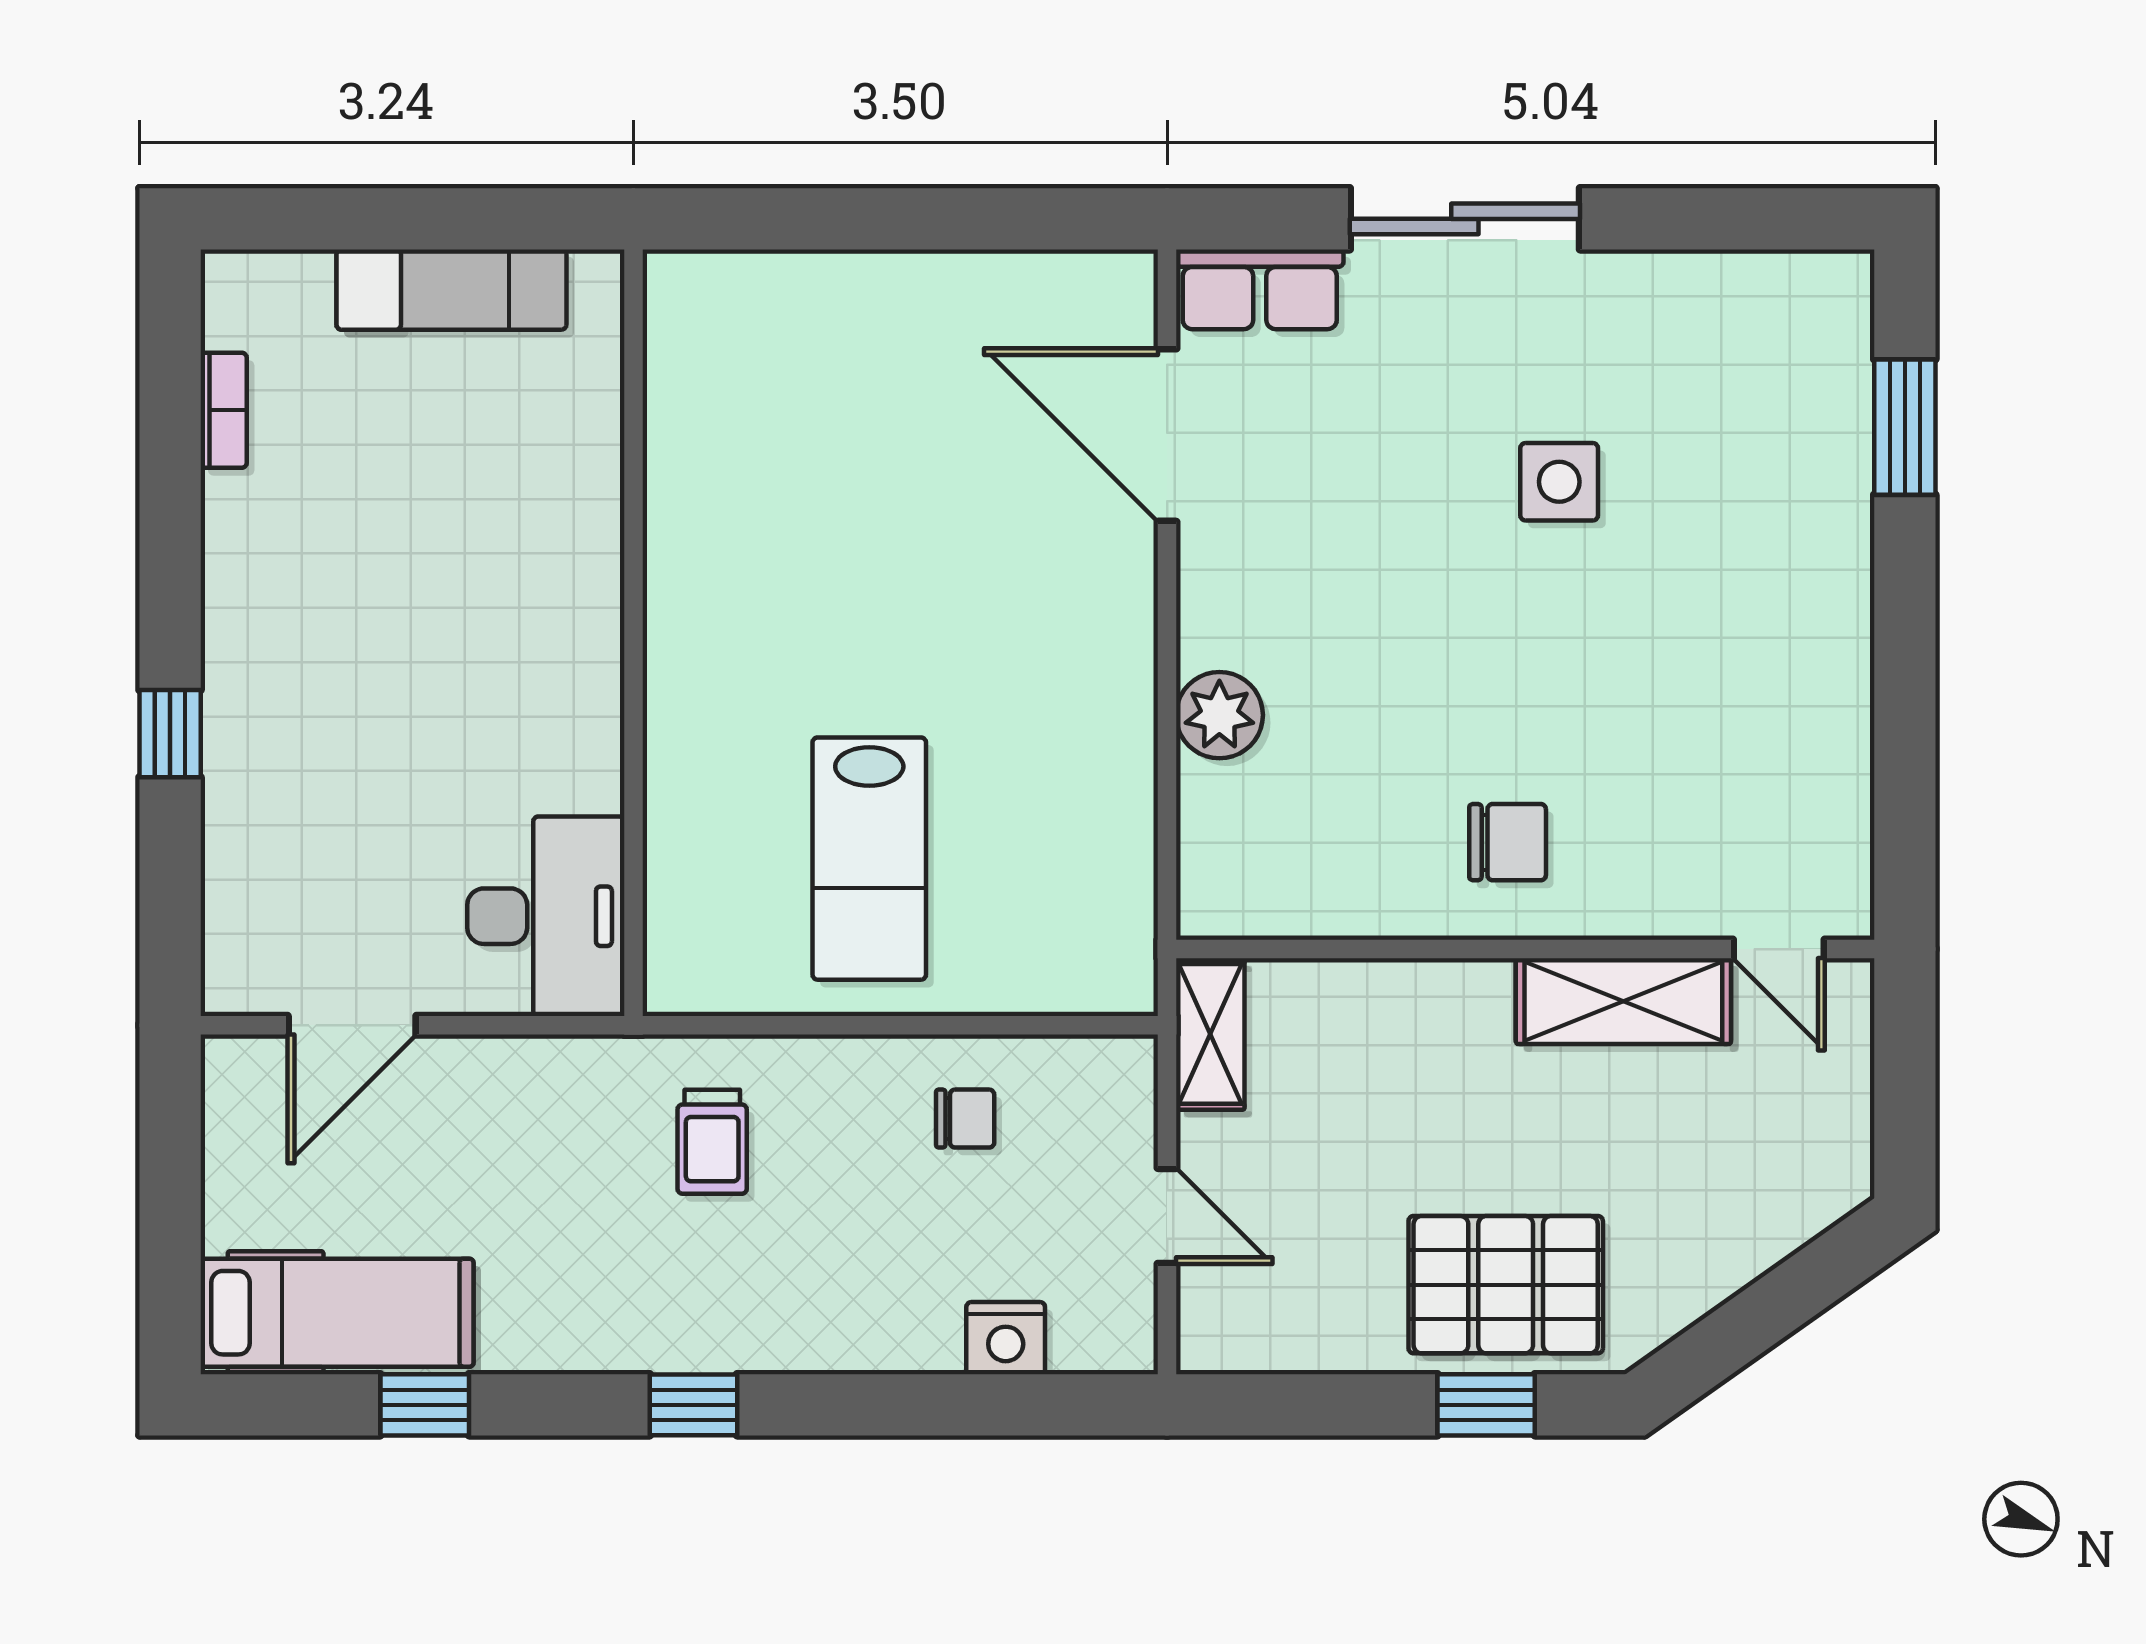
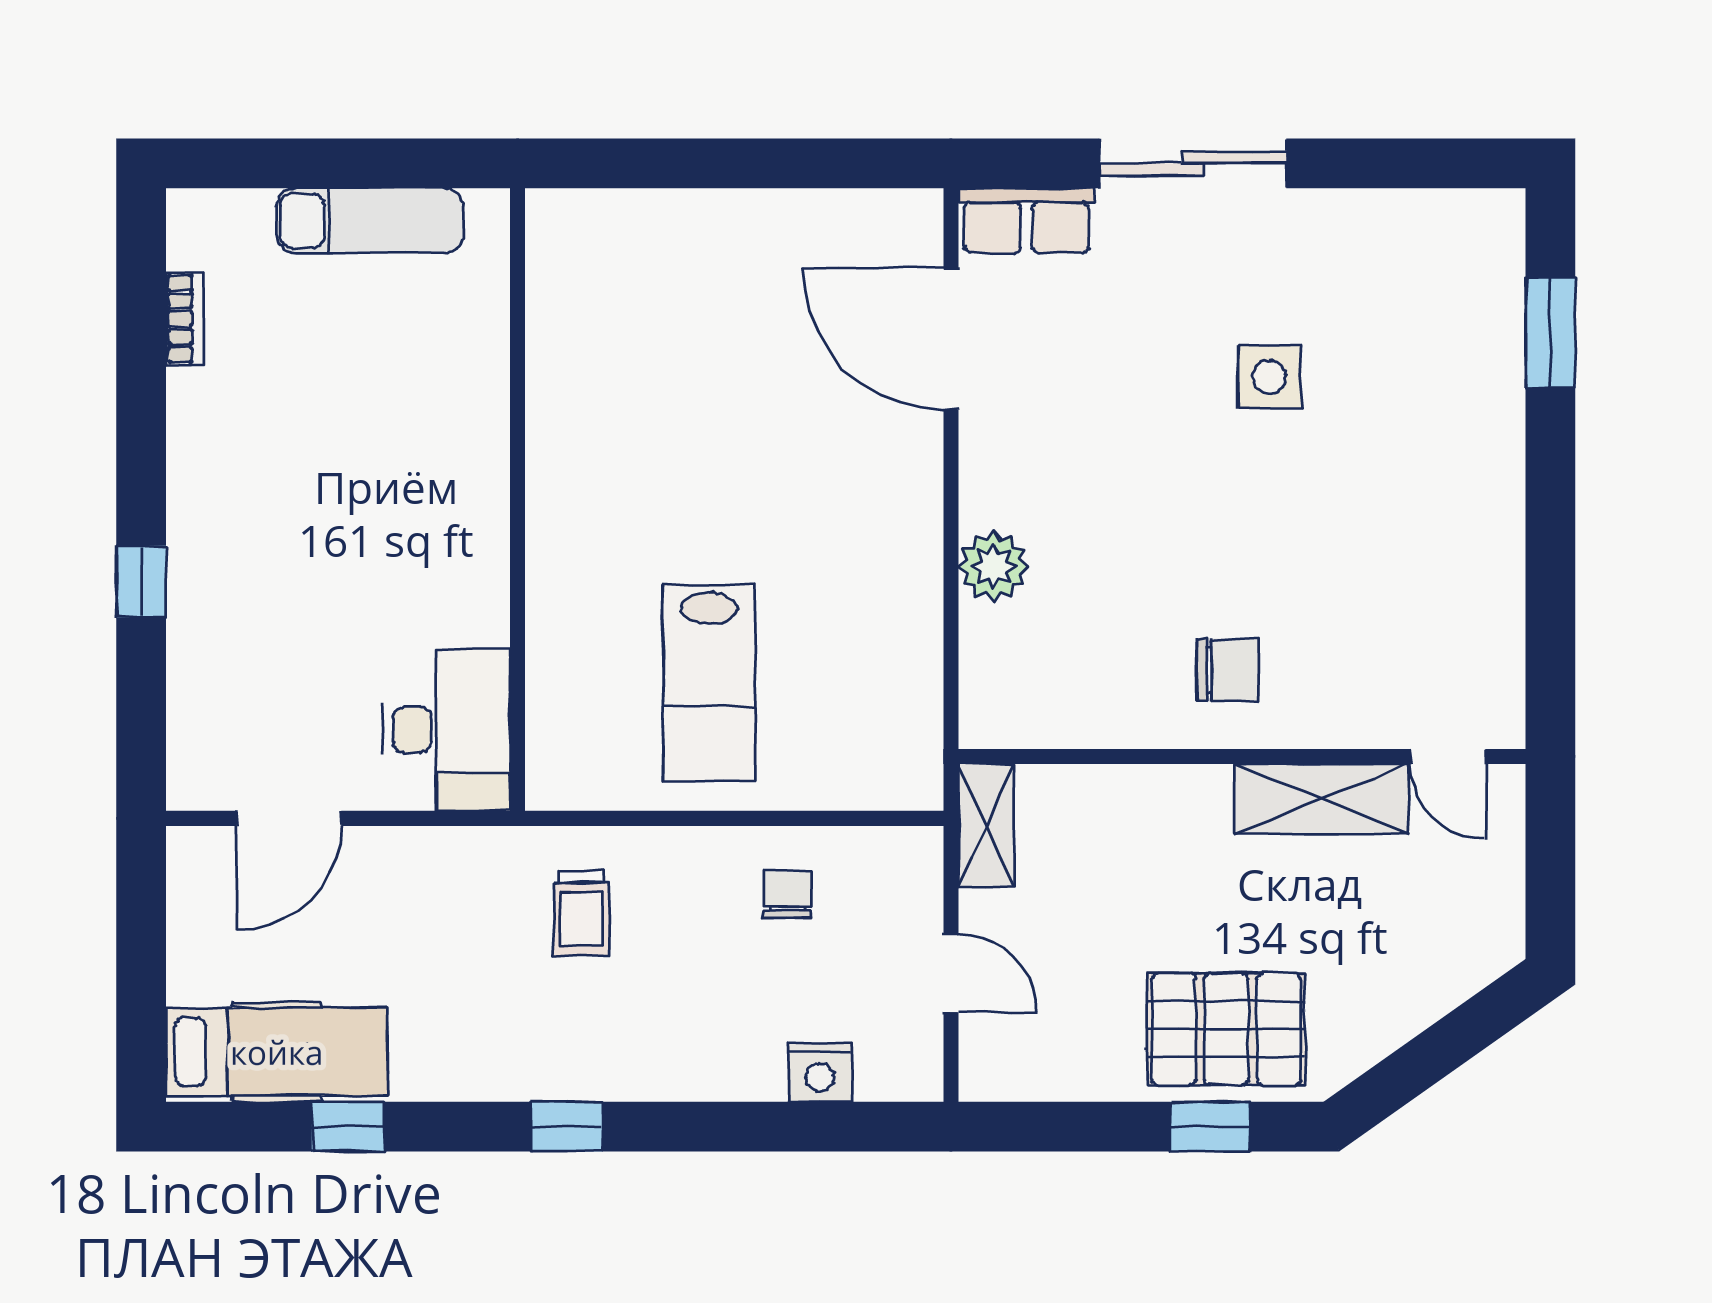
chair: (965, 1119) -> (787, 894), turned -90

